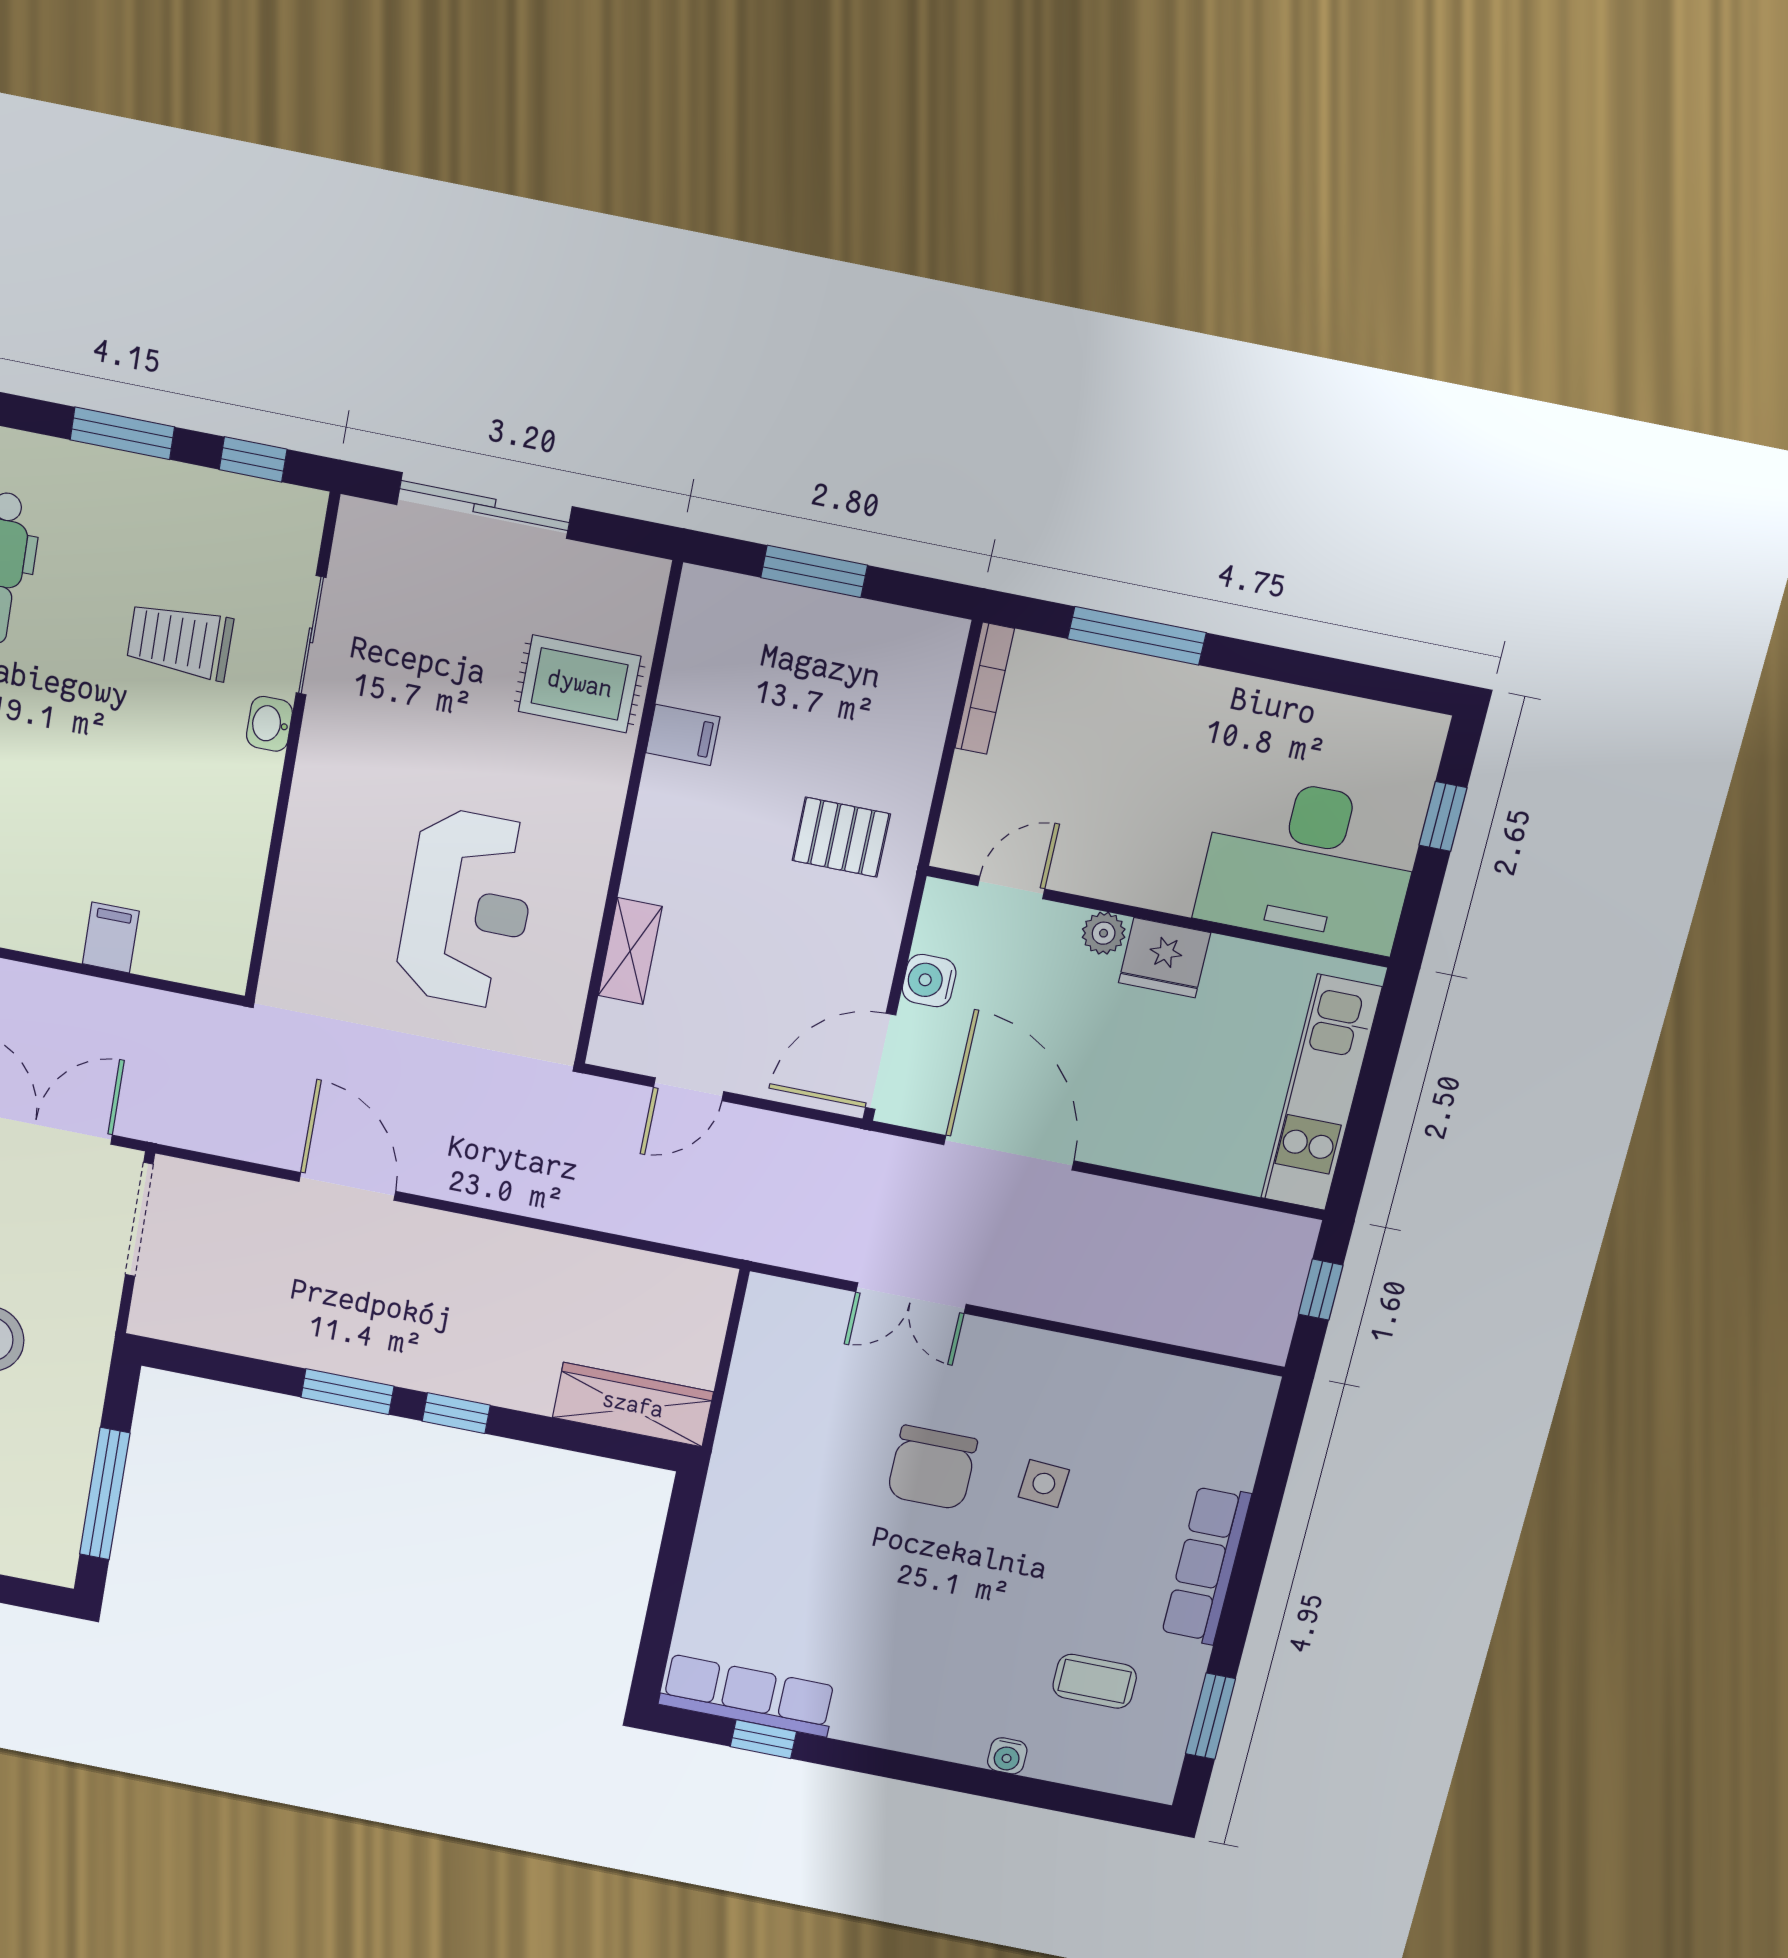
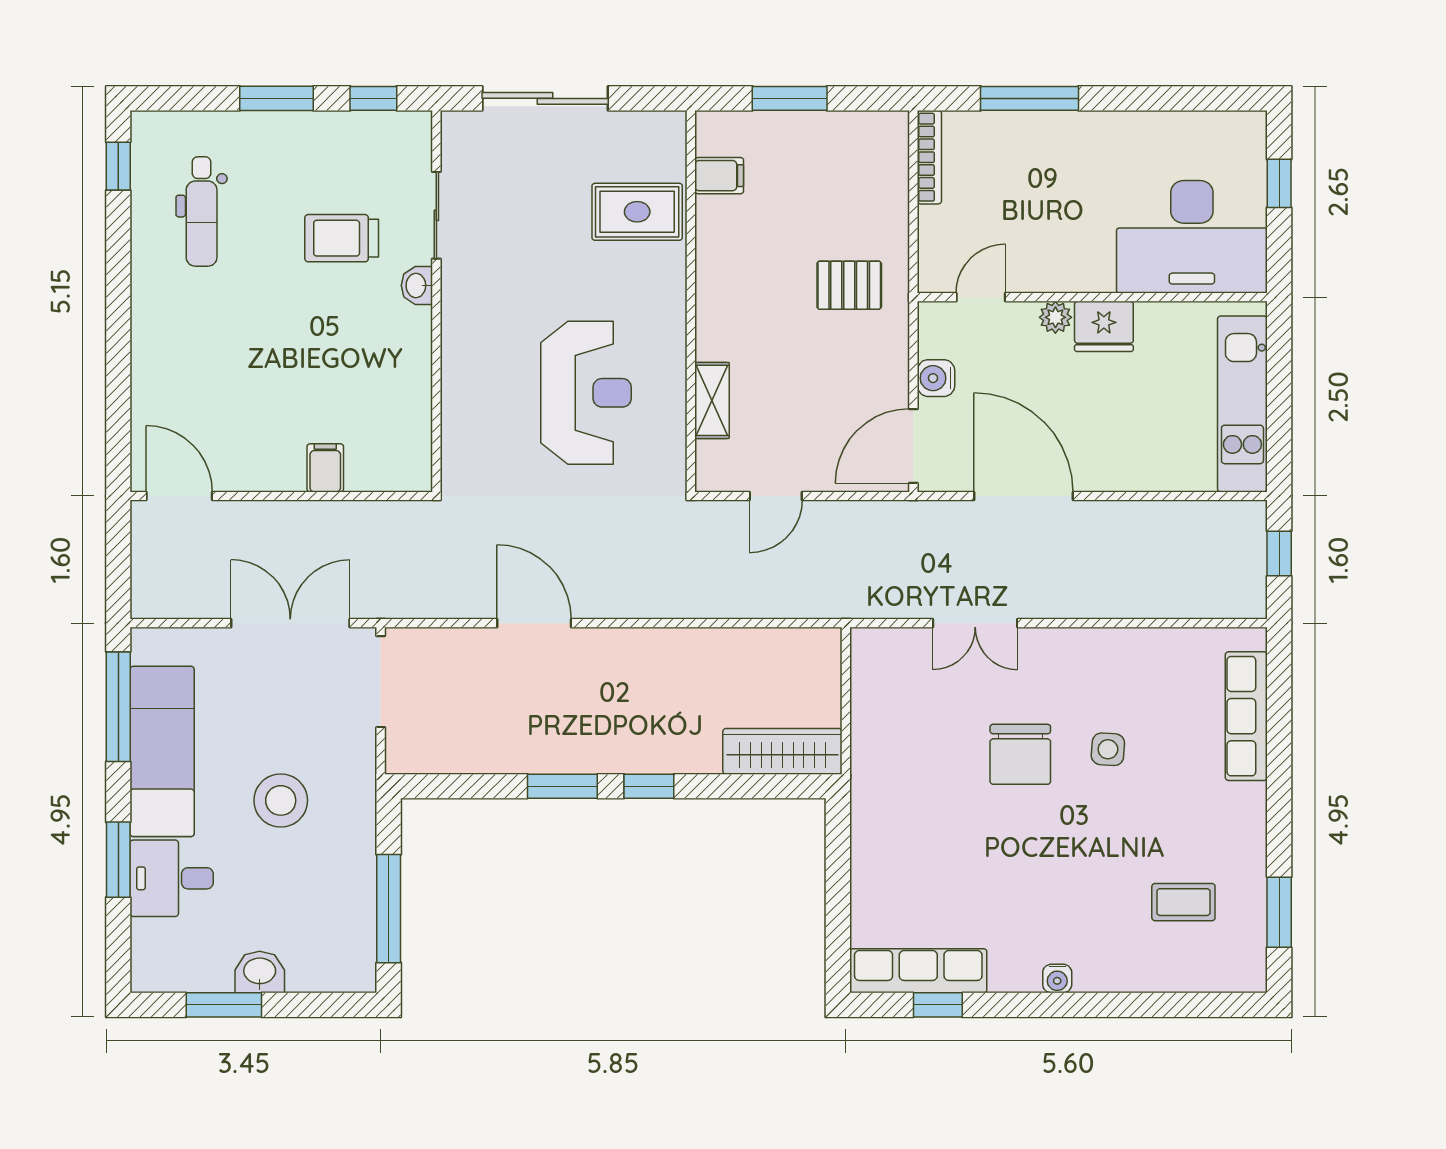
filing cabinet: (683, 735) -> (719, 176), moved
row of seats: (1206, 1565) -> (1246, 716), moved
water cooler: (1007, 1756) -> (1057, 979), moved

